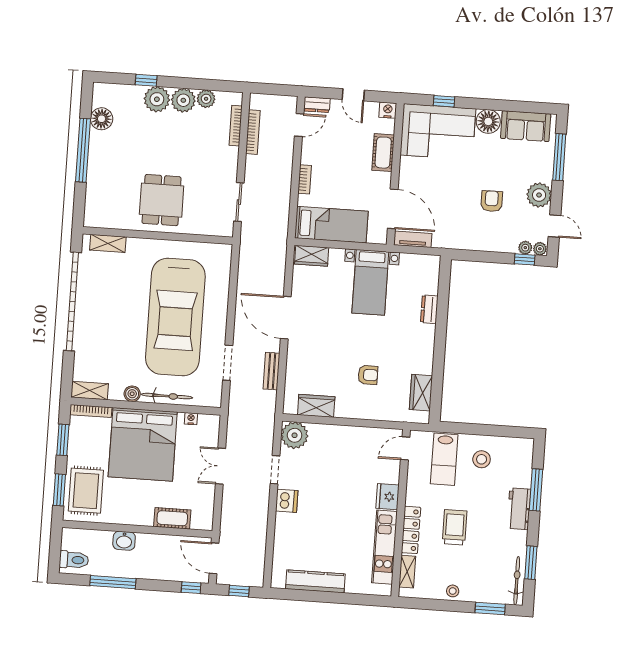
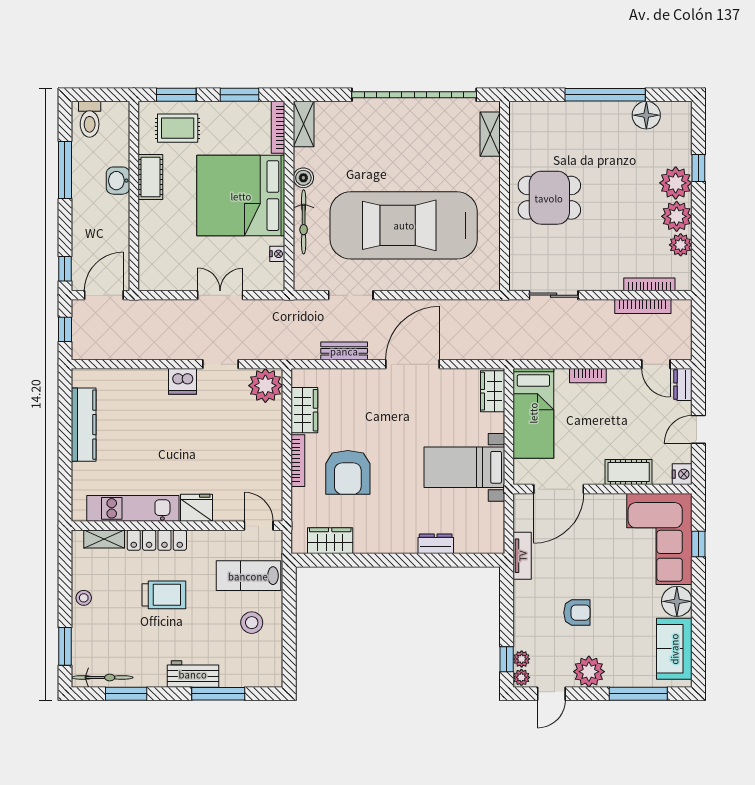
tv unit: (413, 239) -> (522, 556), moved
armchair: (368, 375) -> (348, 472), width x1.88, depth x1.88
bookcase: (356, 414) -> (298, 461), added
rug: (86, 491) -> (178, 128), width x0.73, depth x0.70
cot: (172, 518) -> (150, 177), moved

